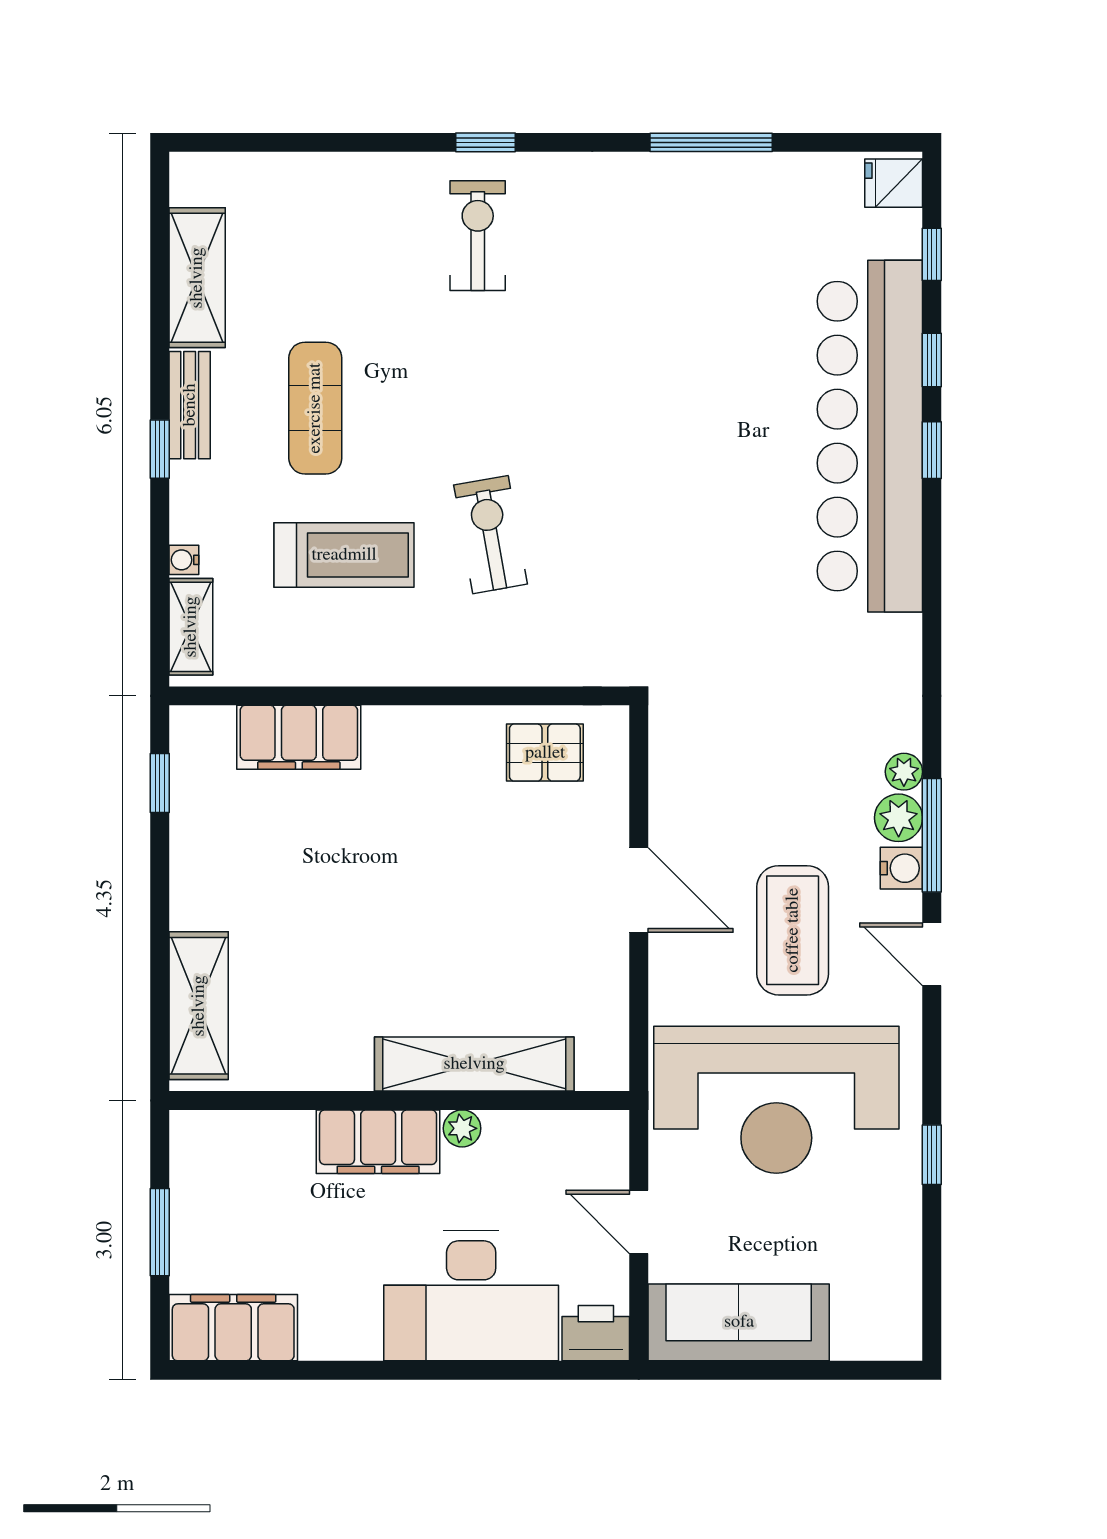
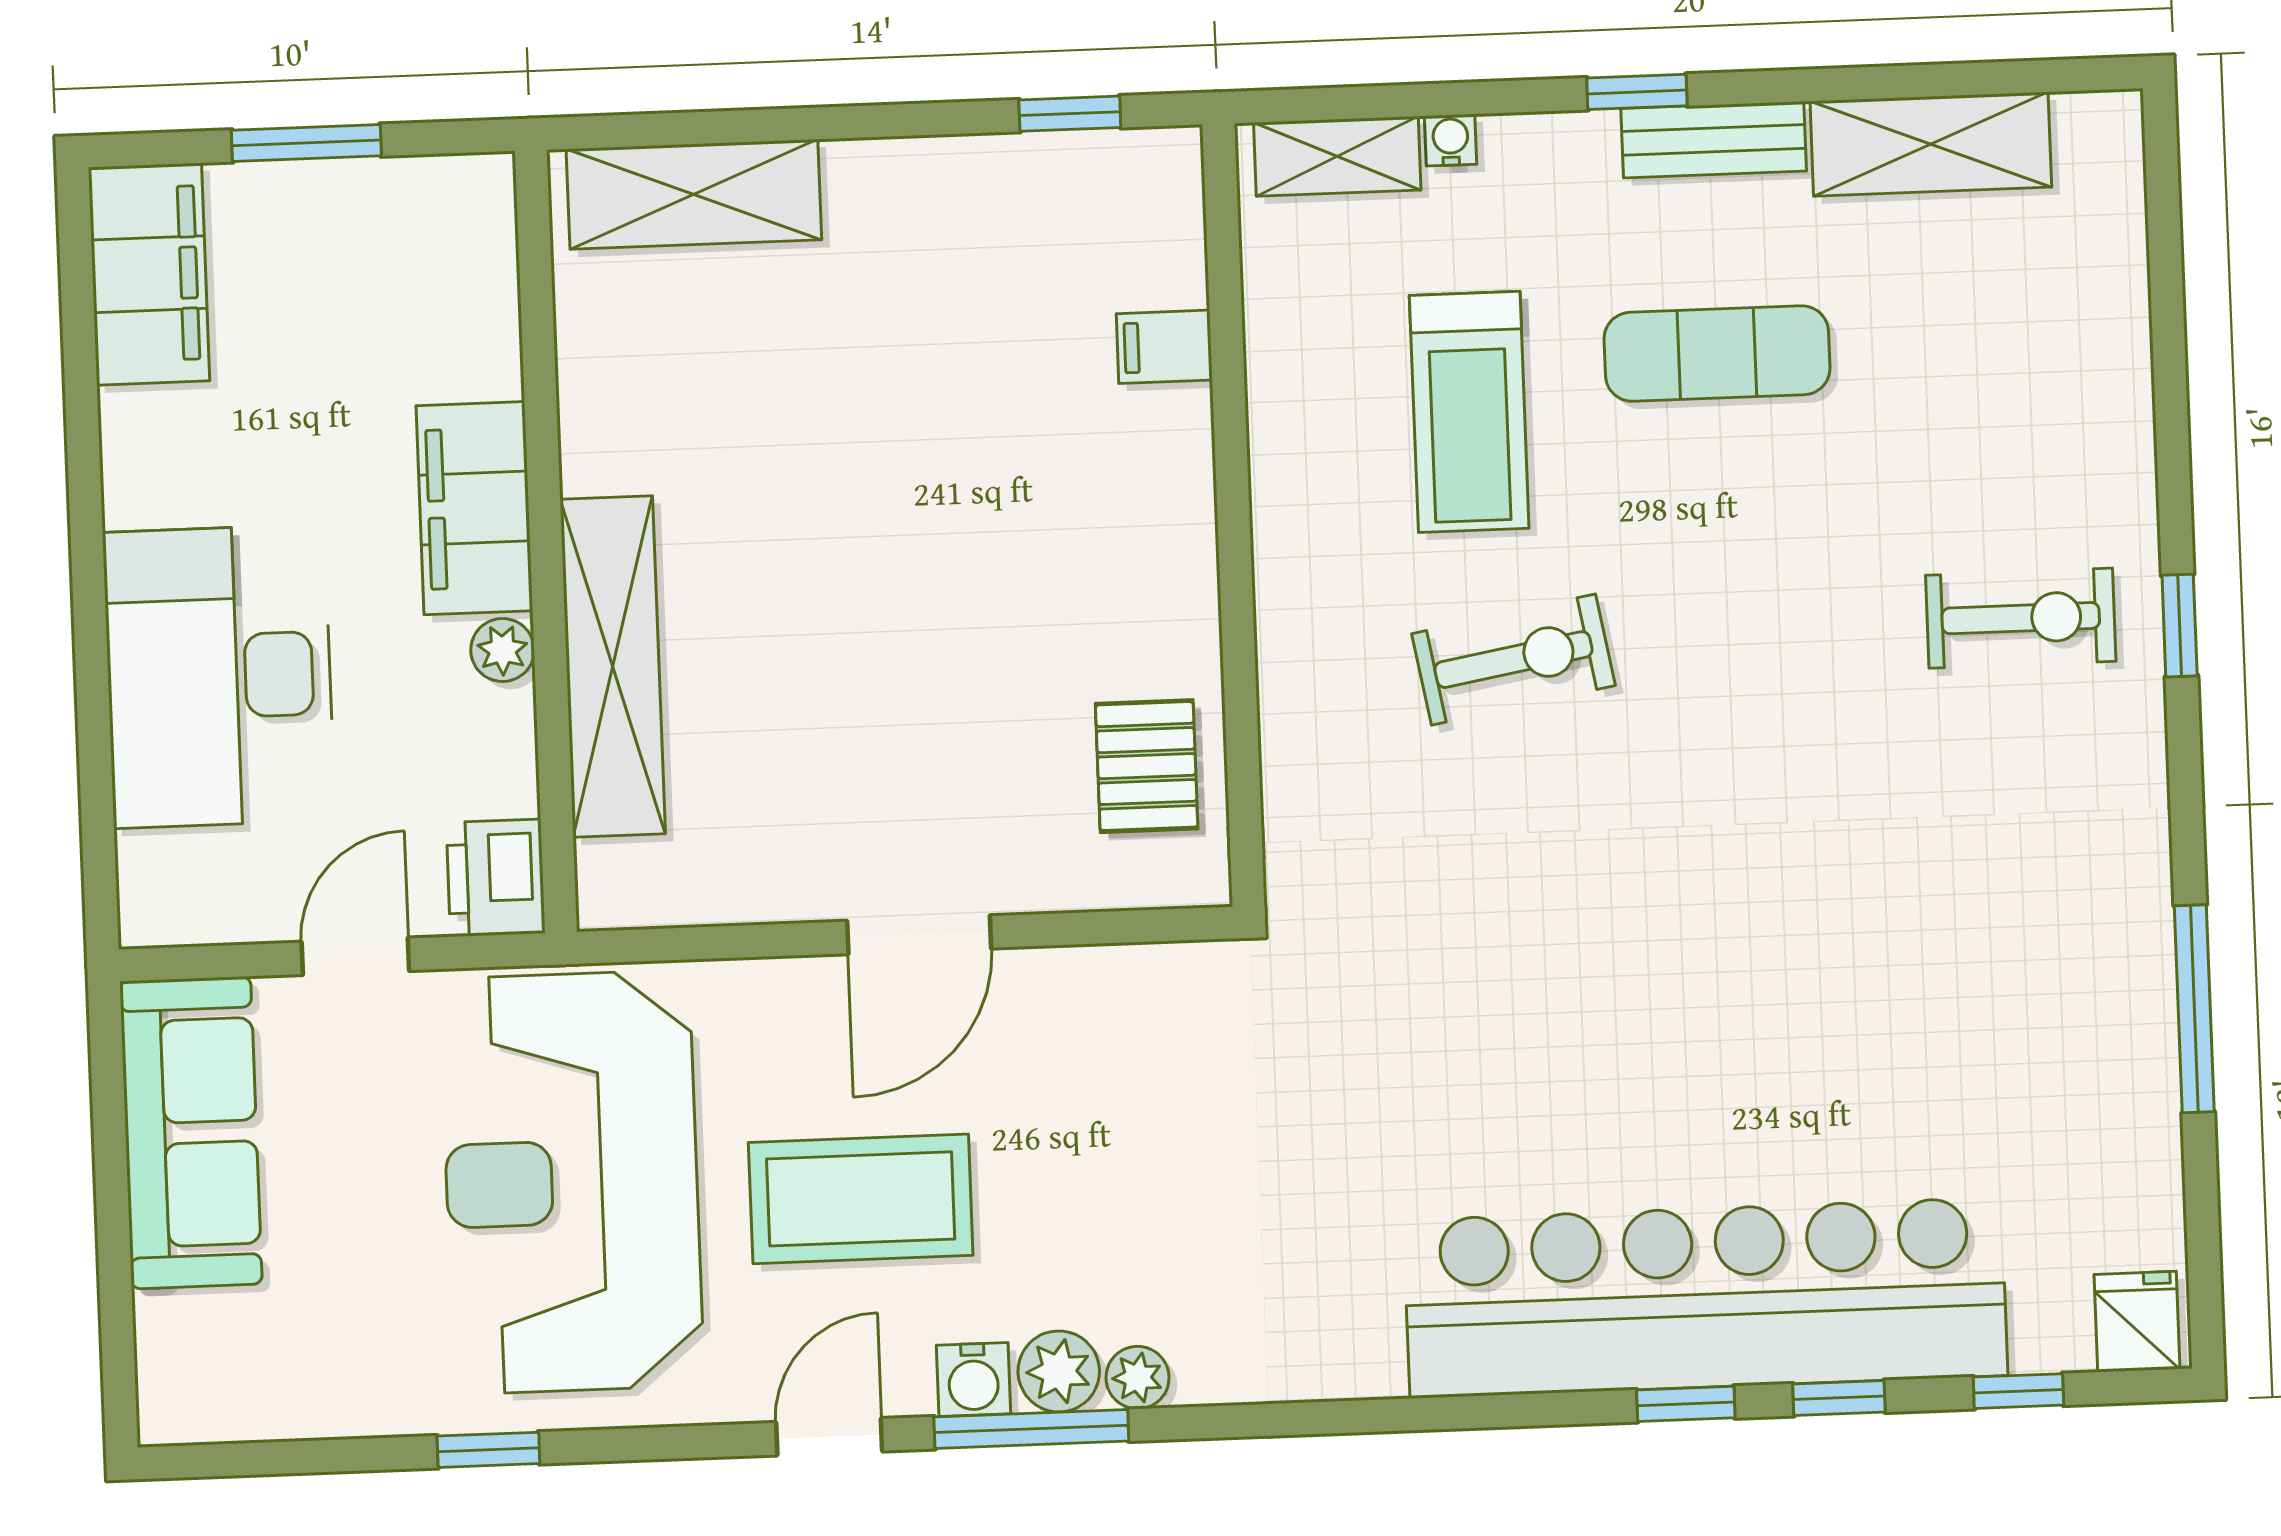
filing cabinet: (299, 737) -> (1164, 347), width x0.33, depth x0.86
printer: (596, 1333) -> (496, 878), moved, turned 180

